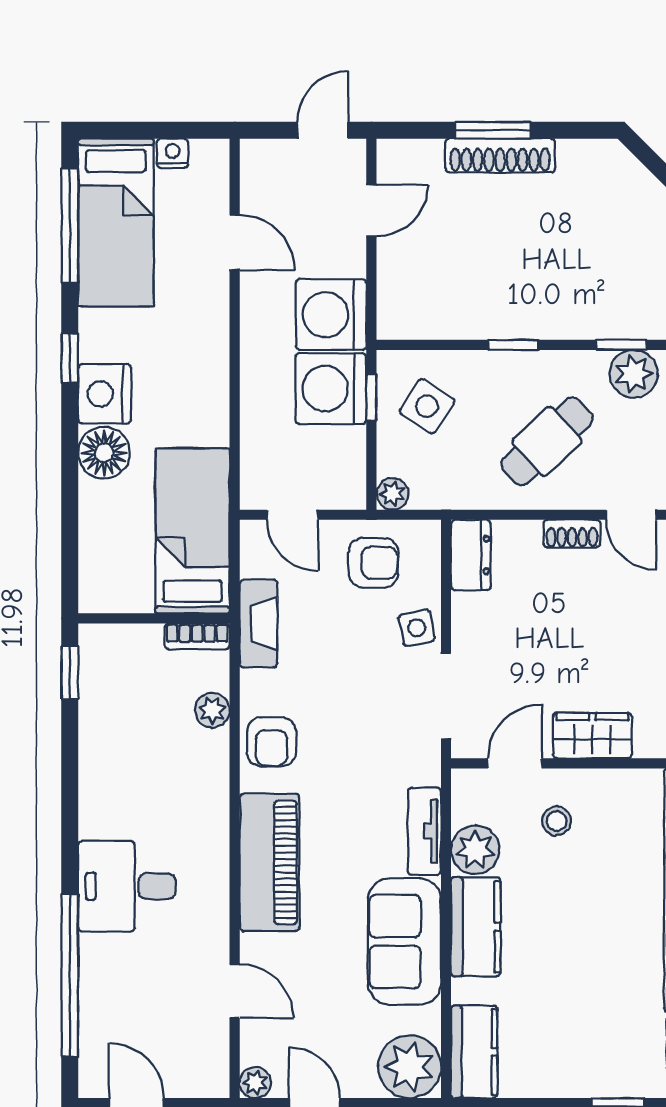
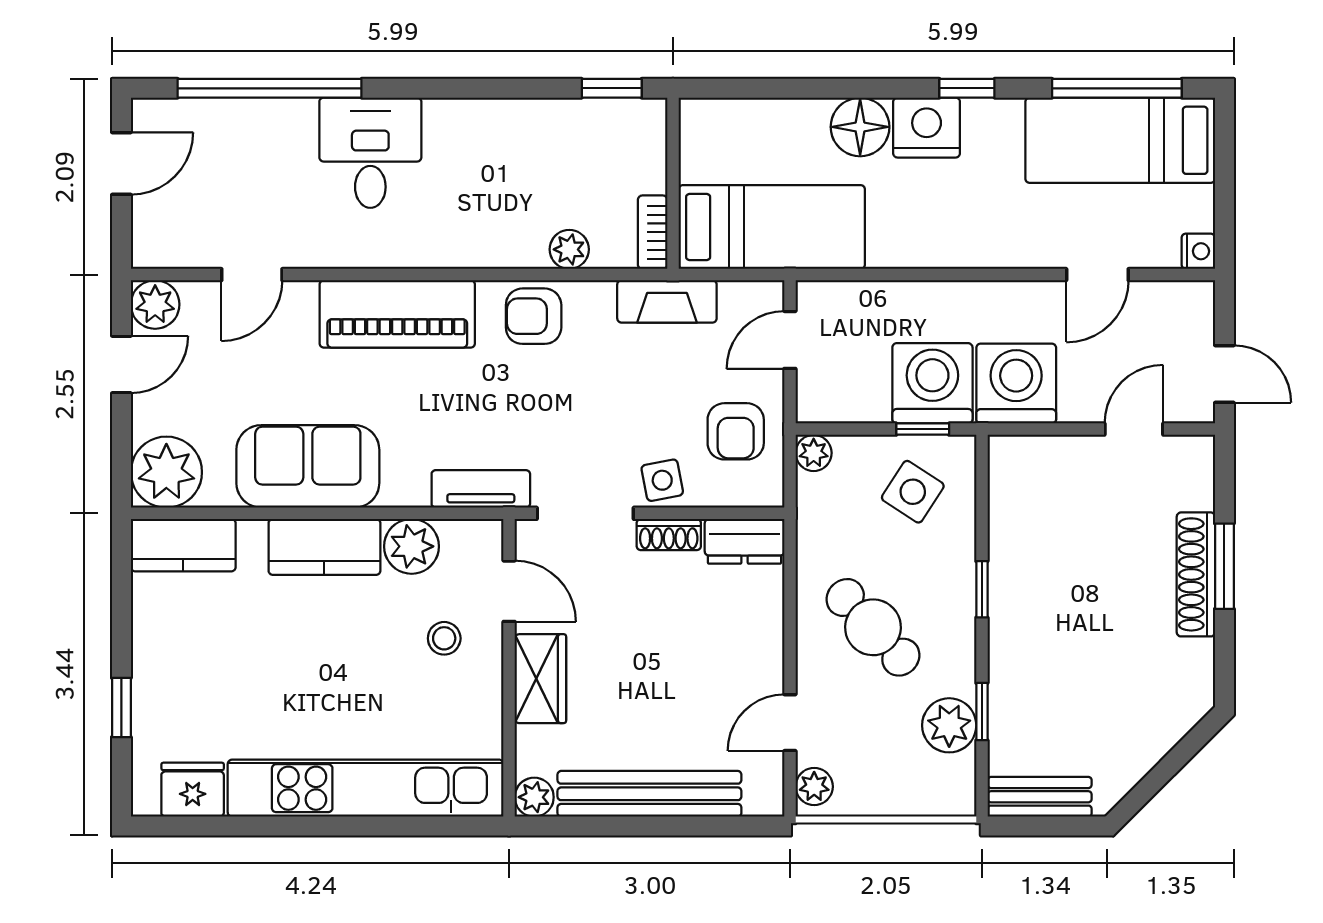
nightstand: (173, 153) -> (1198, 251), moved
door: (371, 210) -> (1134, 429), swing flipped
shoe rack: (572, 534) -> (669, 535), moved, turned -90
tv unit: (424, 831) -> (481, 489), moved
plant: (255, 1083) -> (155, 304), width x1.38, depth x1.38

